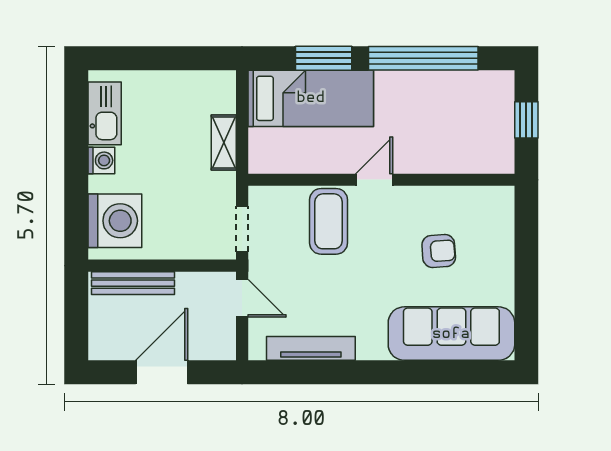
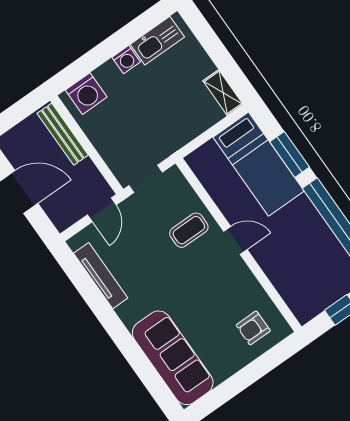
shelving: (224, 142) -> (223, 93), moved, turned 90
washing machine: (115, 221) -> (86, 94), width x0.73, depth x0.73
coffee table: (329, 221) -> (189, 230), width x0.73, depth x0.77
armchair: (439, 251) -> (253, 328), moved, turned 94

